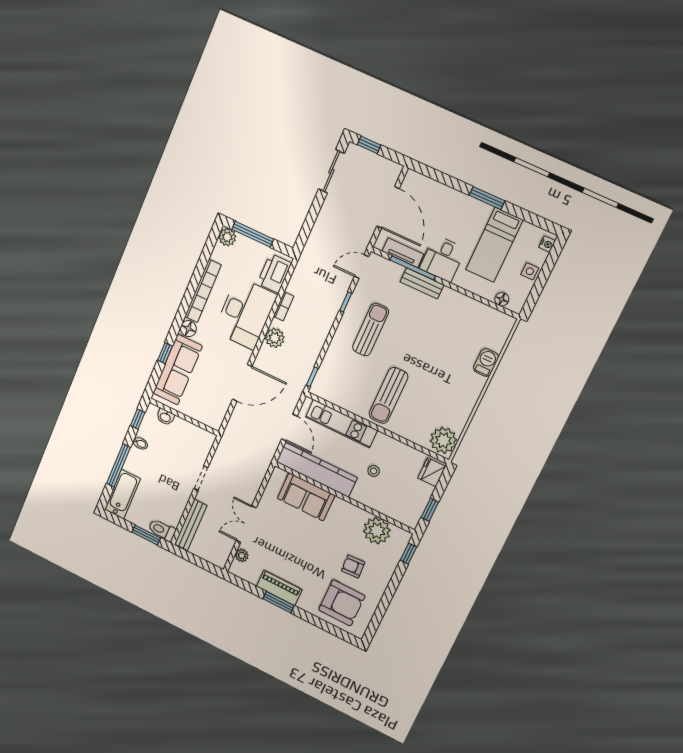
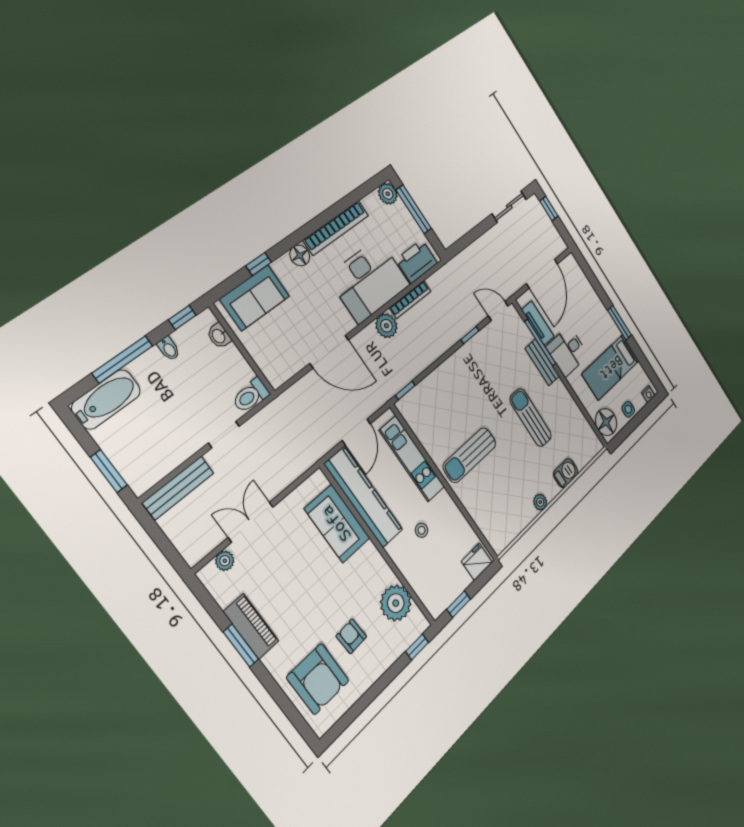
floor lamp: (502, 299) -> (606, 422), width x1.89, depth x1.89
bookcase: (284, 306) -> (410, 300), width x1.56
sun lounger: (371, 330) -> (531, 418), moved, turned -89
sofa: (178, 370) -> (255, 298), width x0.73
plant: (443, 440) -> (540, 502), moved, width x0.53, depth x0.53
toilet: (162, 530) -> (251, 396), moved, turned -90

